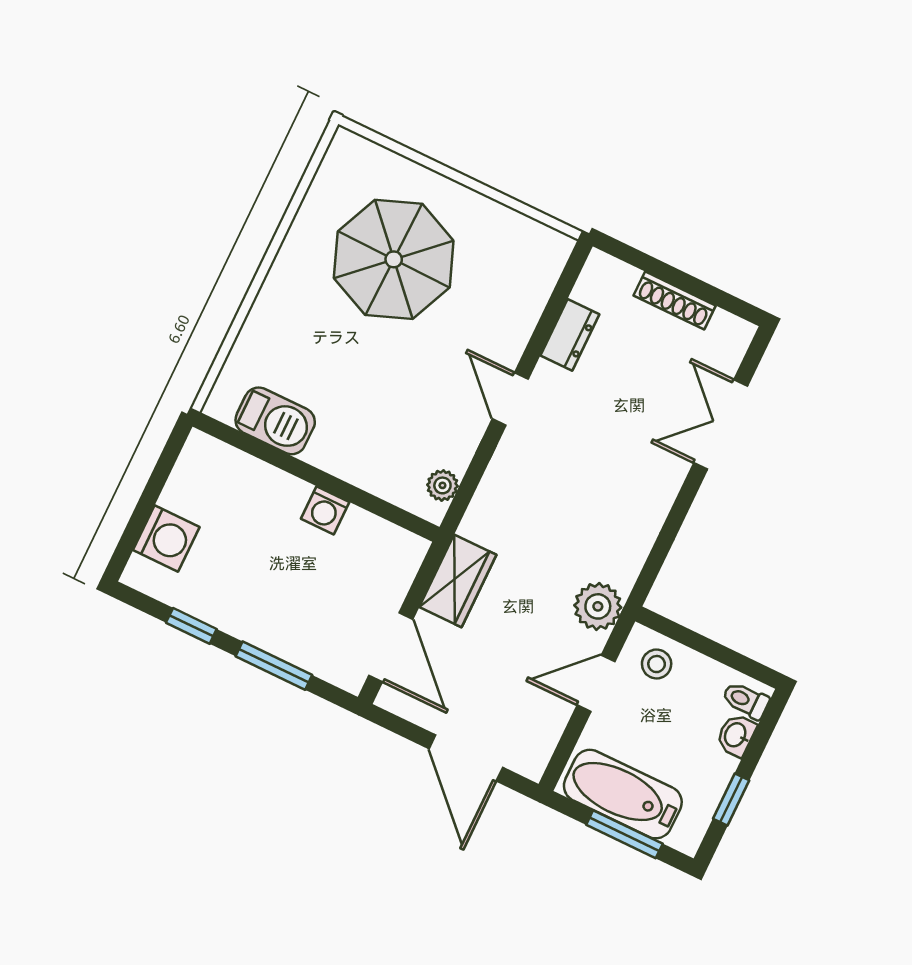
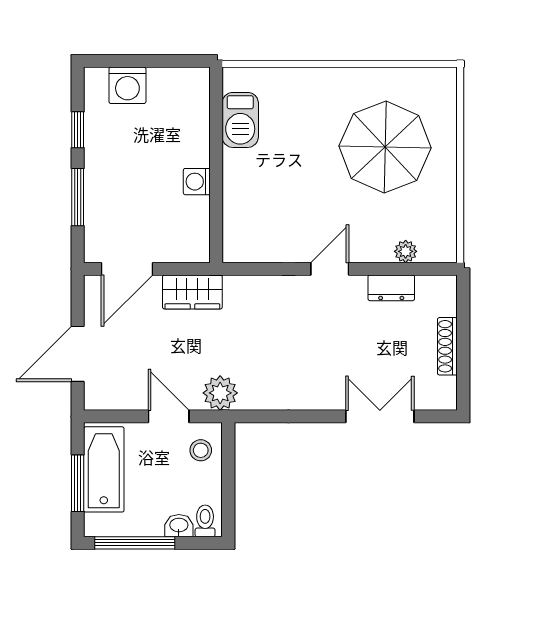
plant: (442, 485) -> (406, 251), moved
window: (731, 799) -> (135, 543), width x2.17

